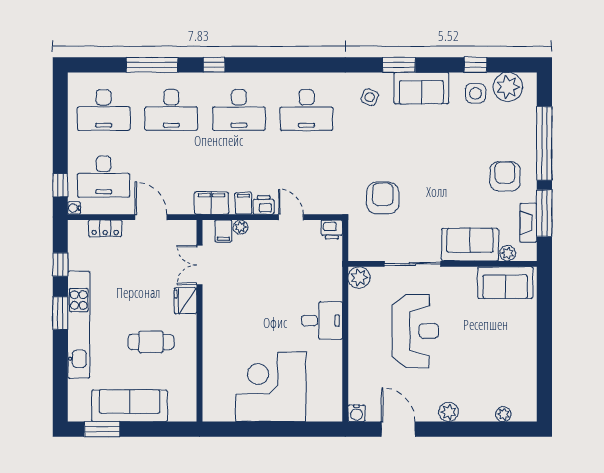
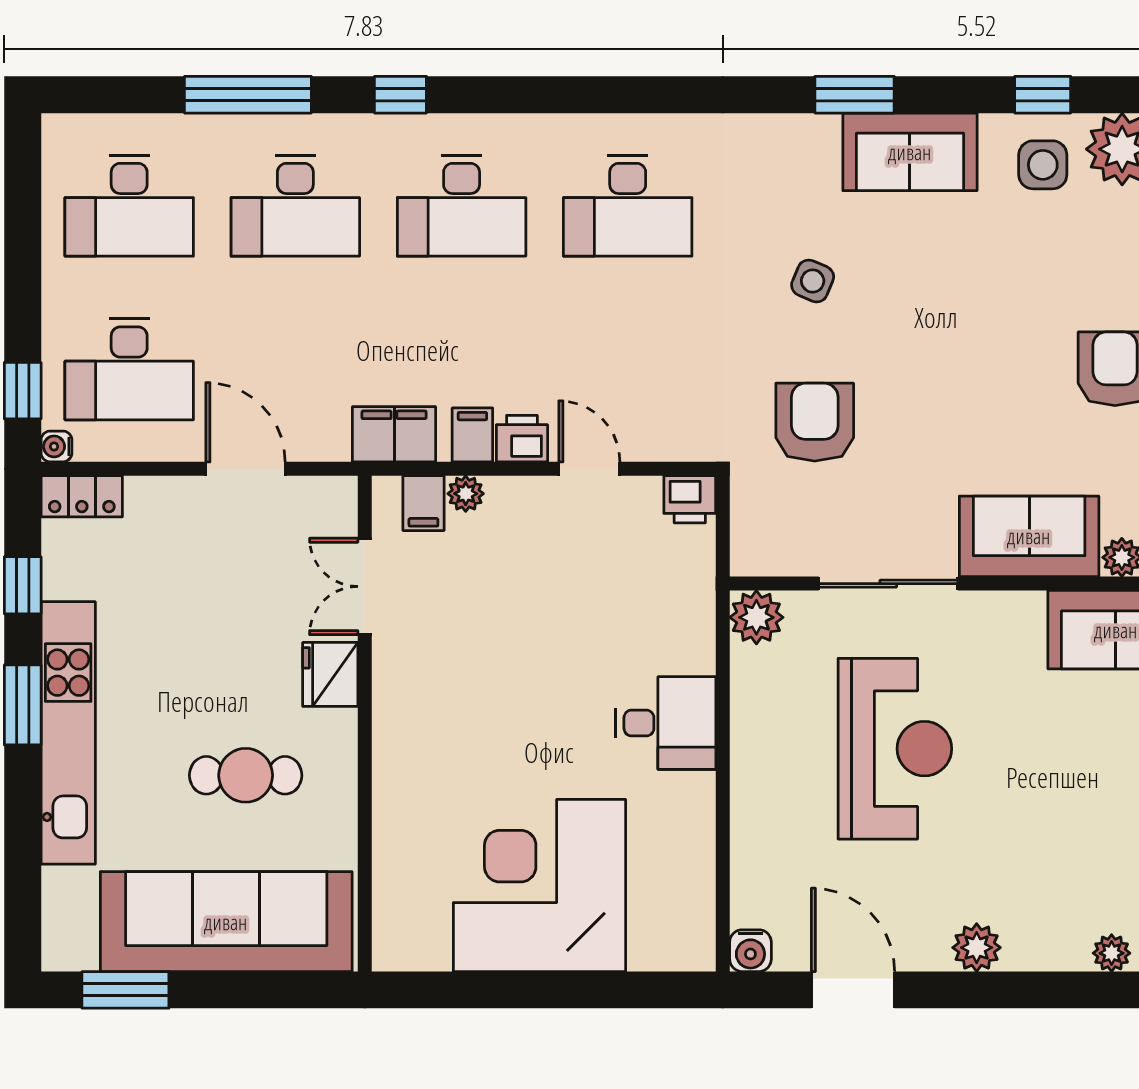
side table: (370, 97) -> (813, 281), moved
locker: (105, 228) -> (82, 496), moved
sofa: (130, 406) -> (226, 922), width x1.36, depth x1.27

